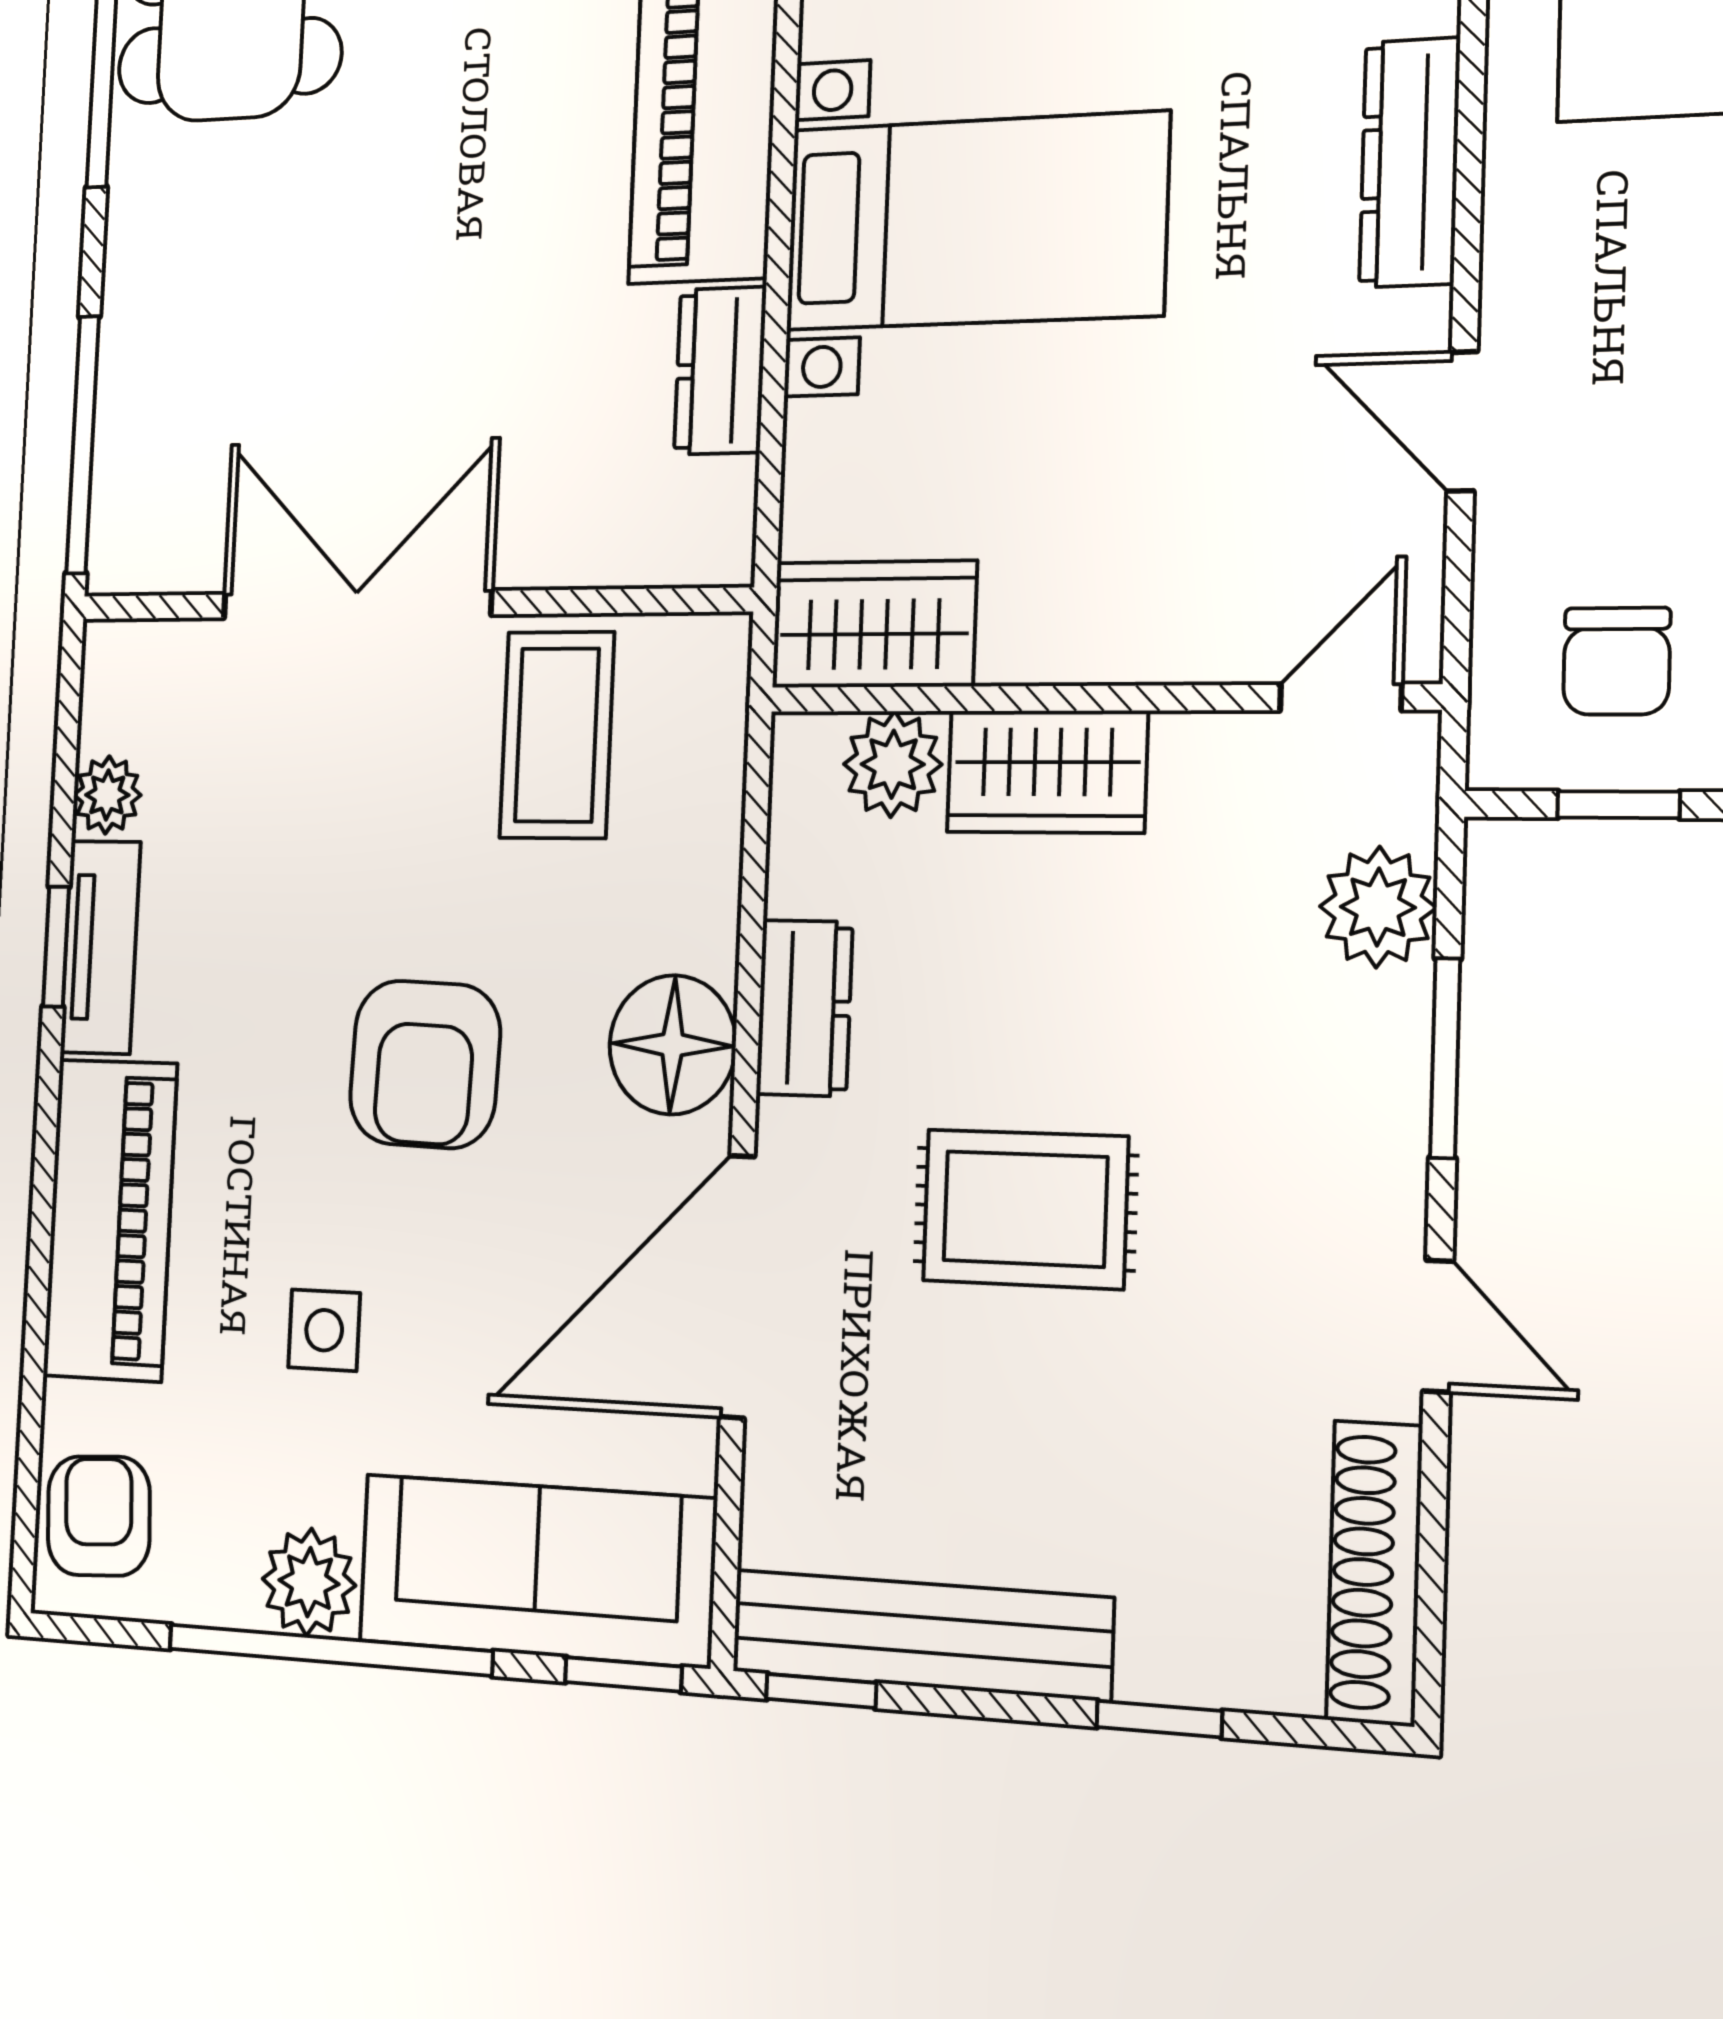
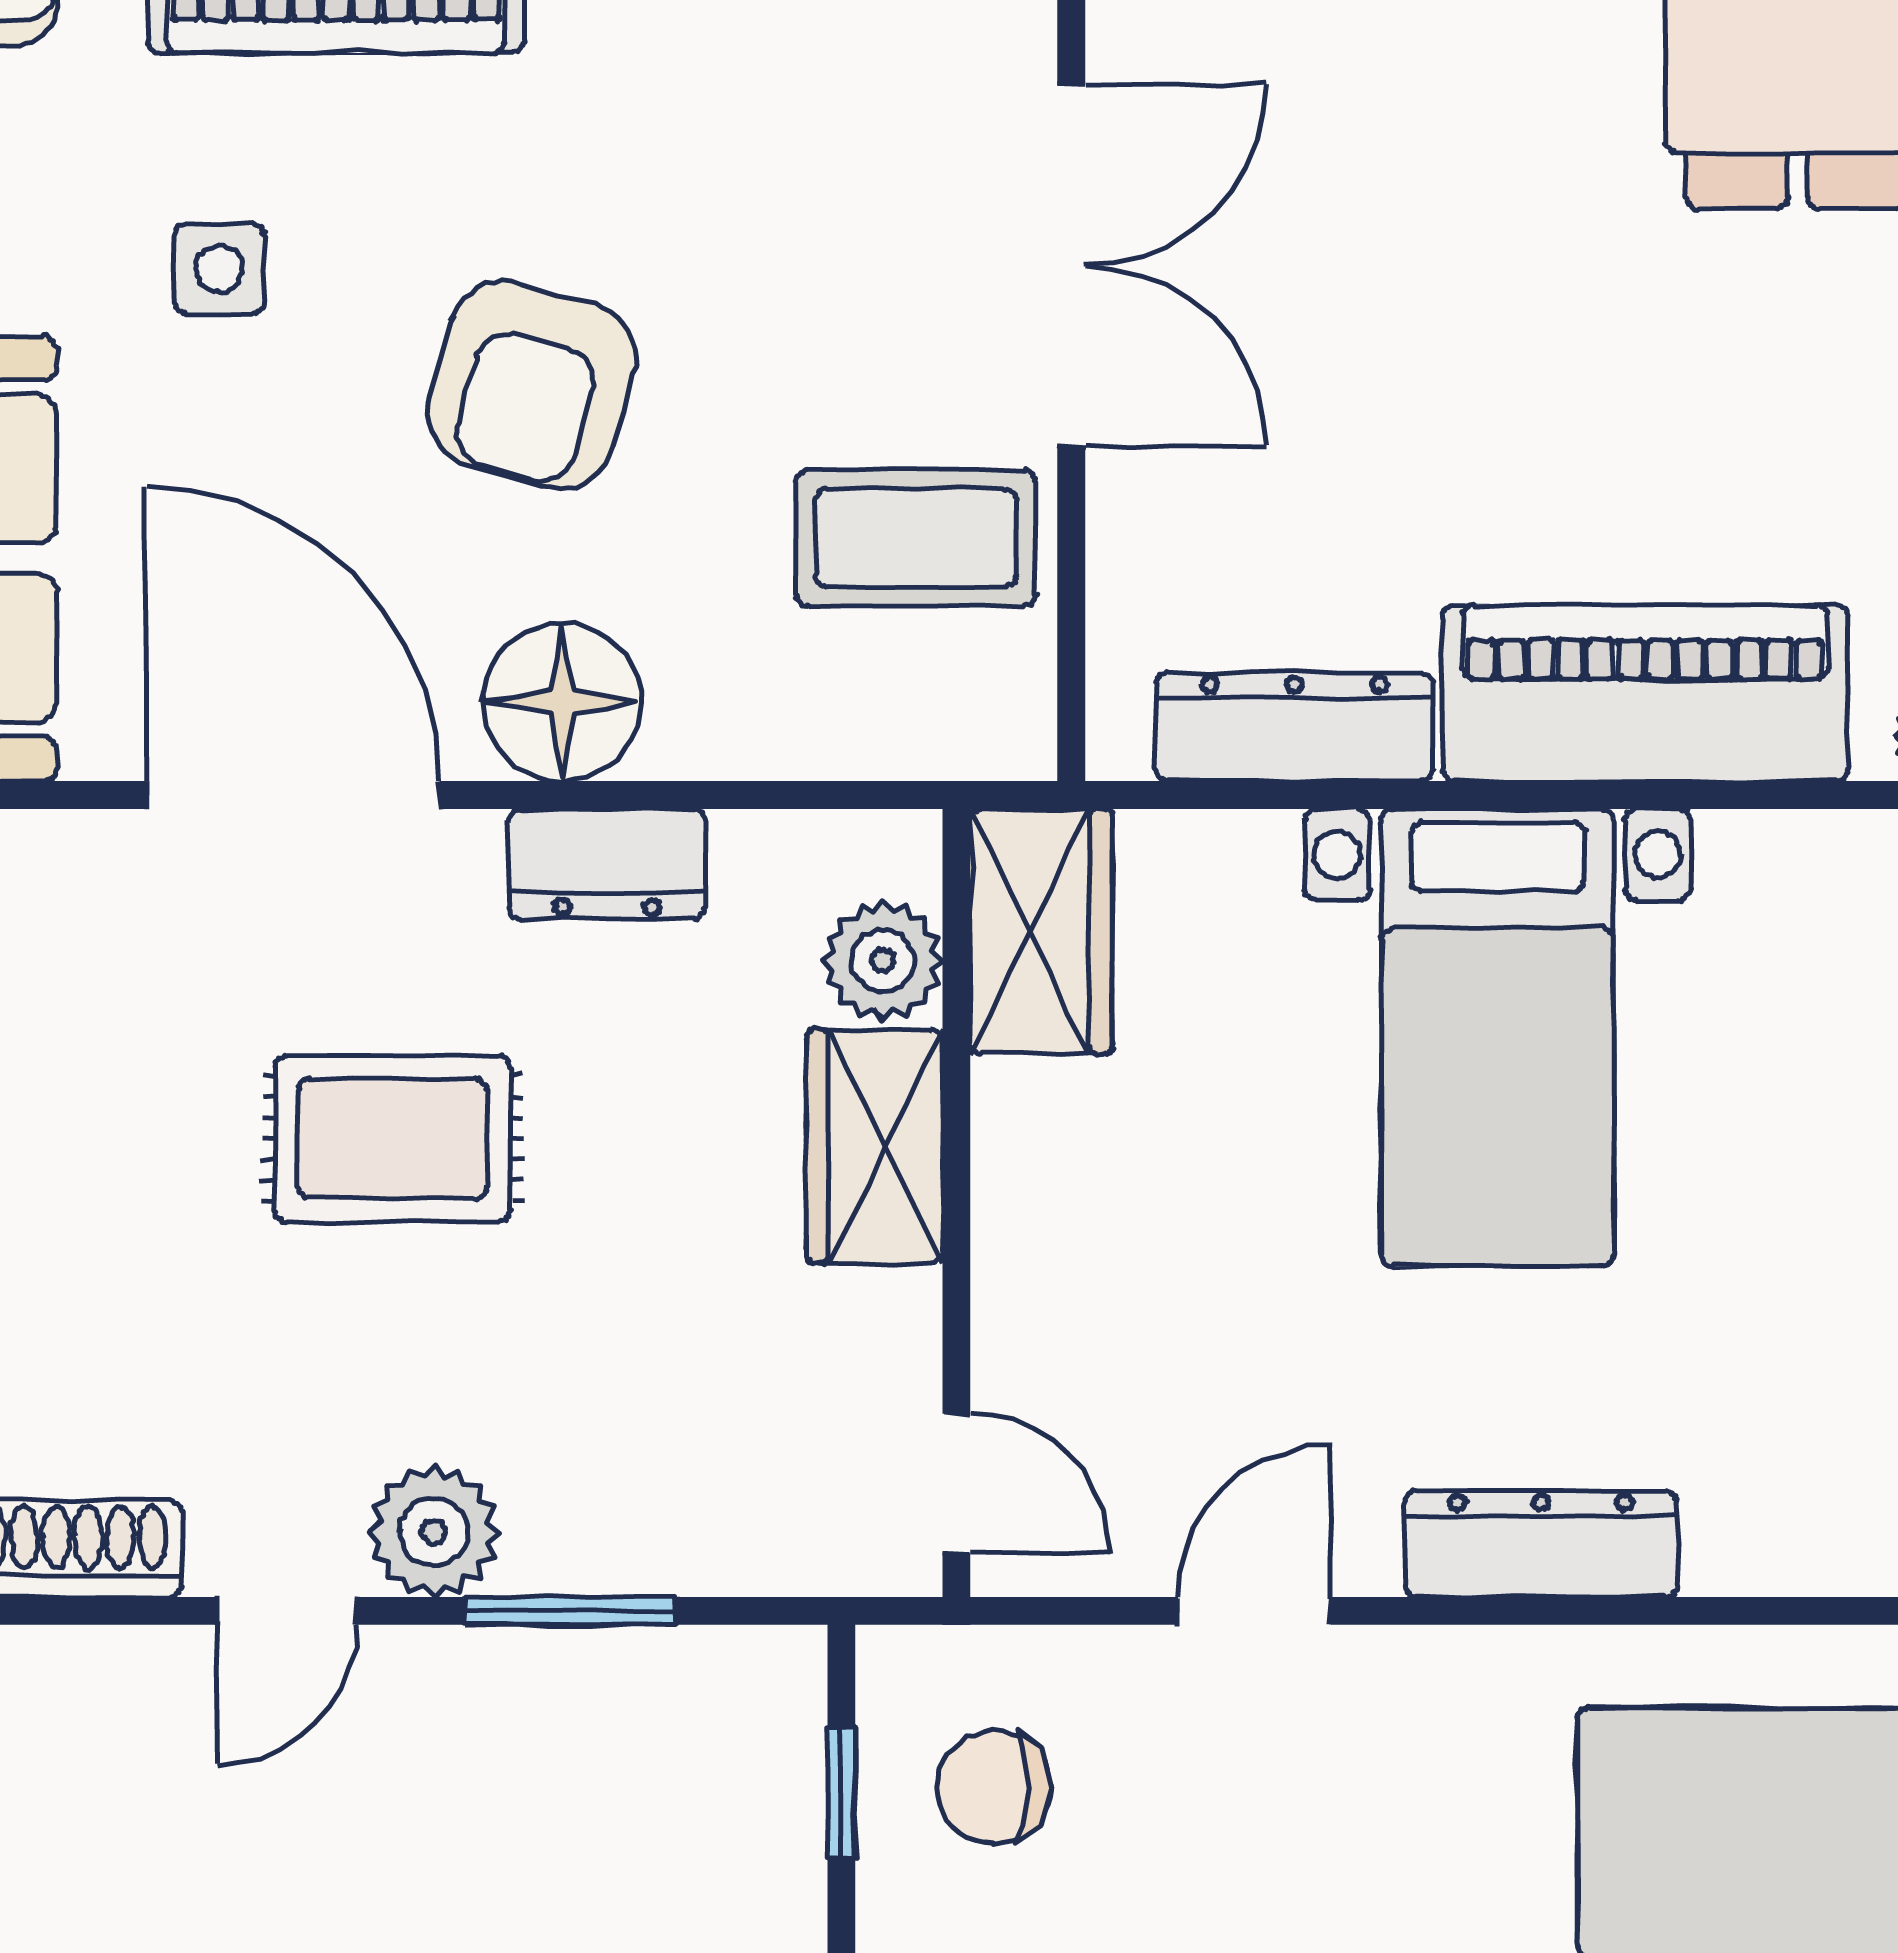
dresser: (720, 371) -> (1295, 727), width x1.44
plant: (1378, 907) -> (434, 1532), moved
armchair: (425, 1064) -> (532, 385), turned -76
rug: (1025, 1209) -> (393, 1138), turned 90

